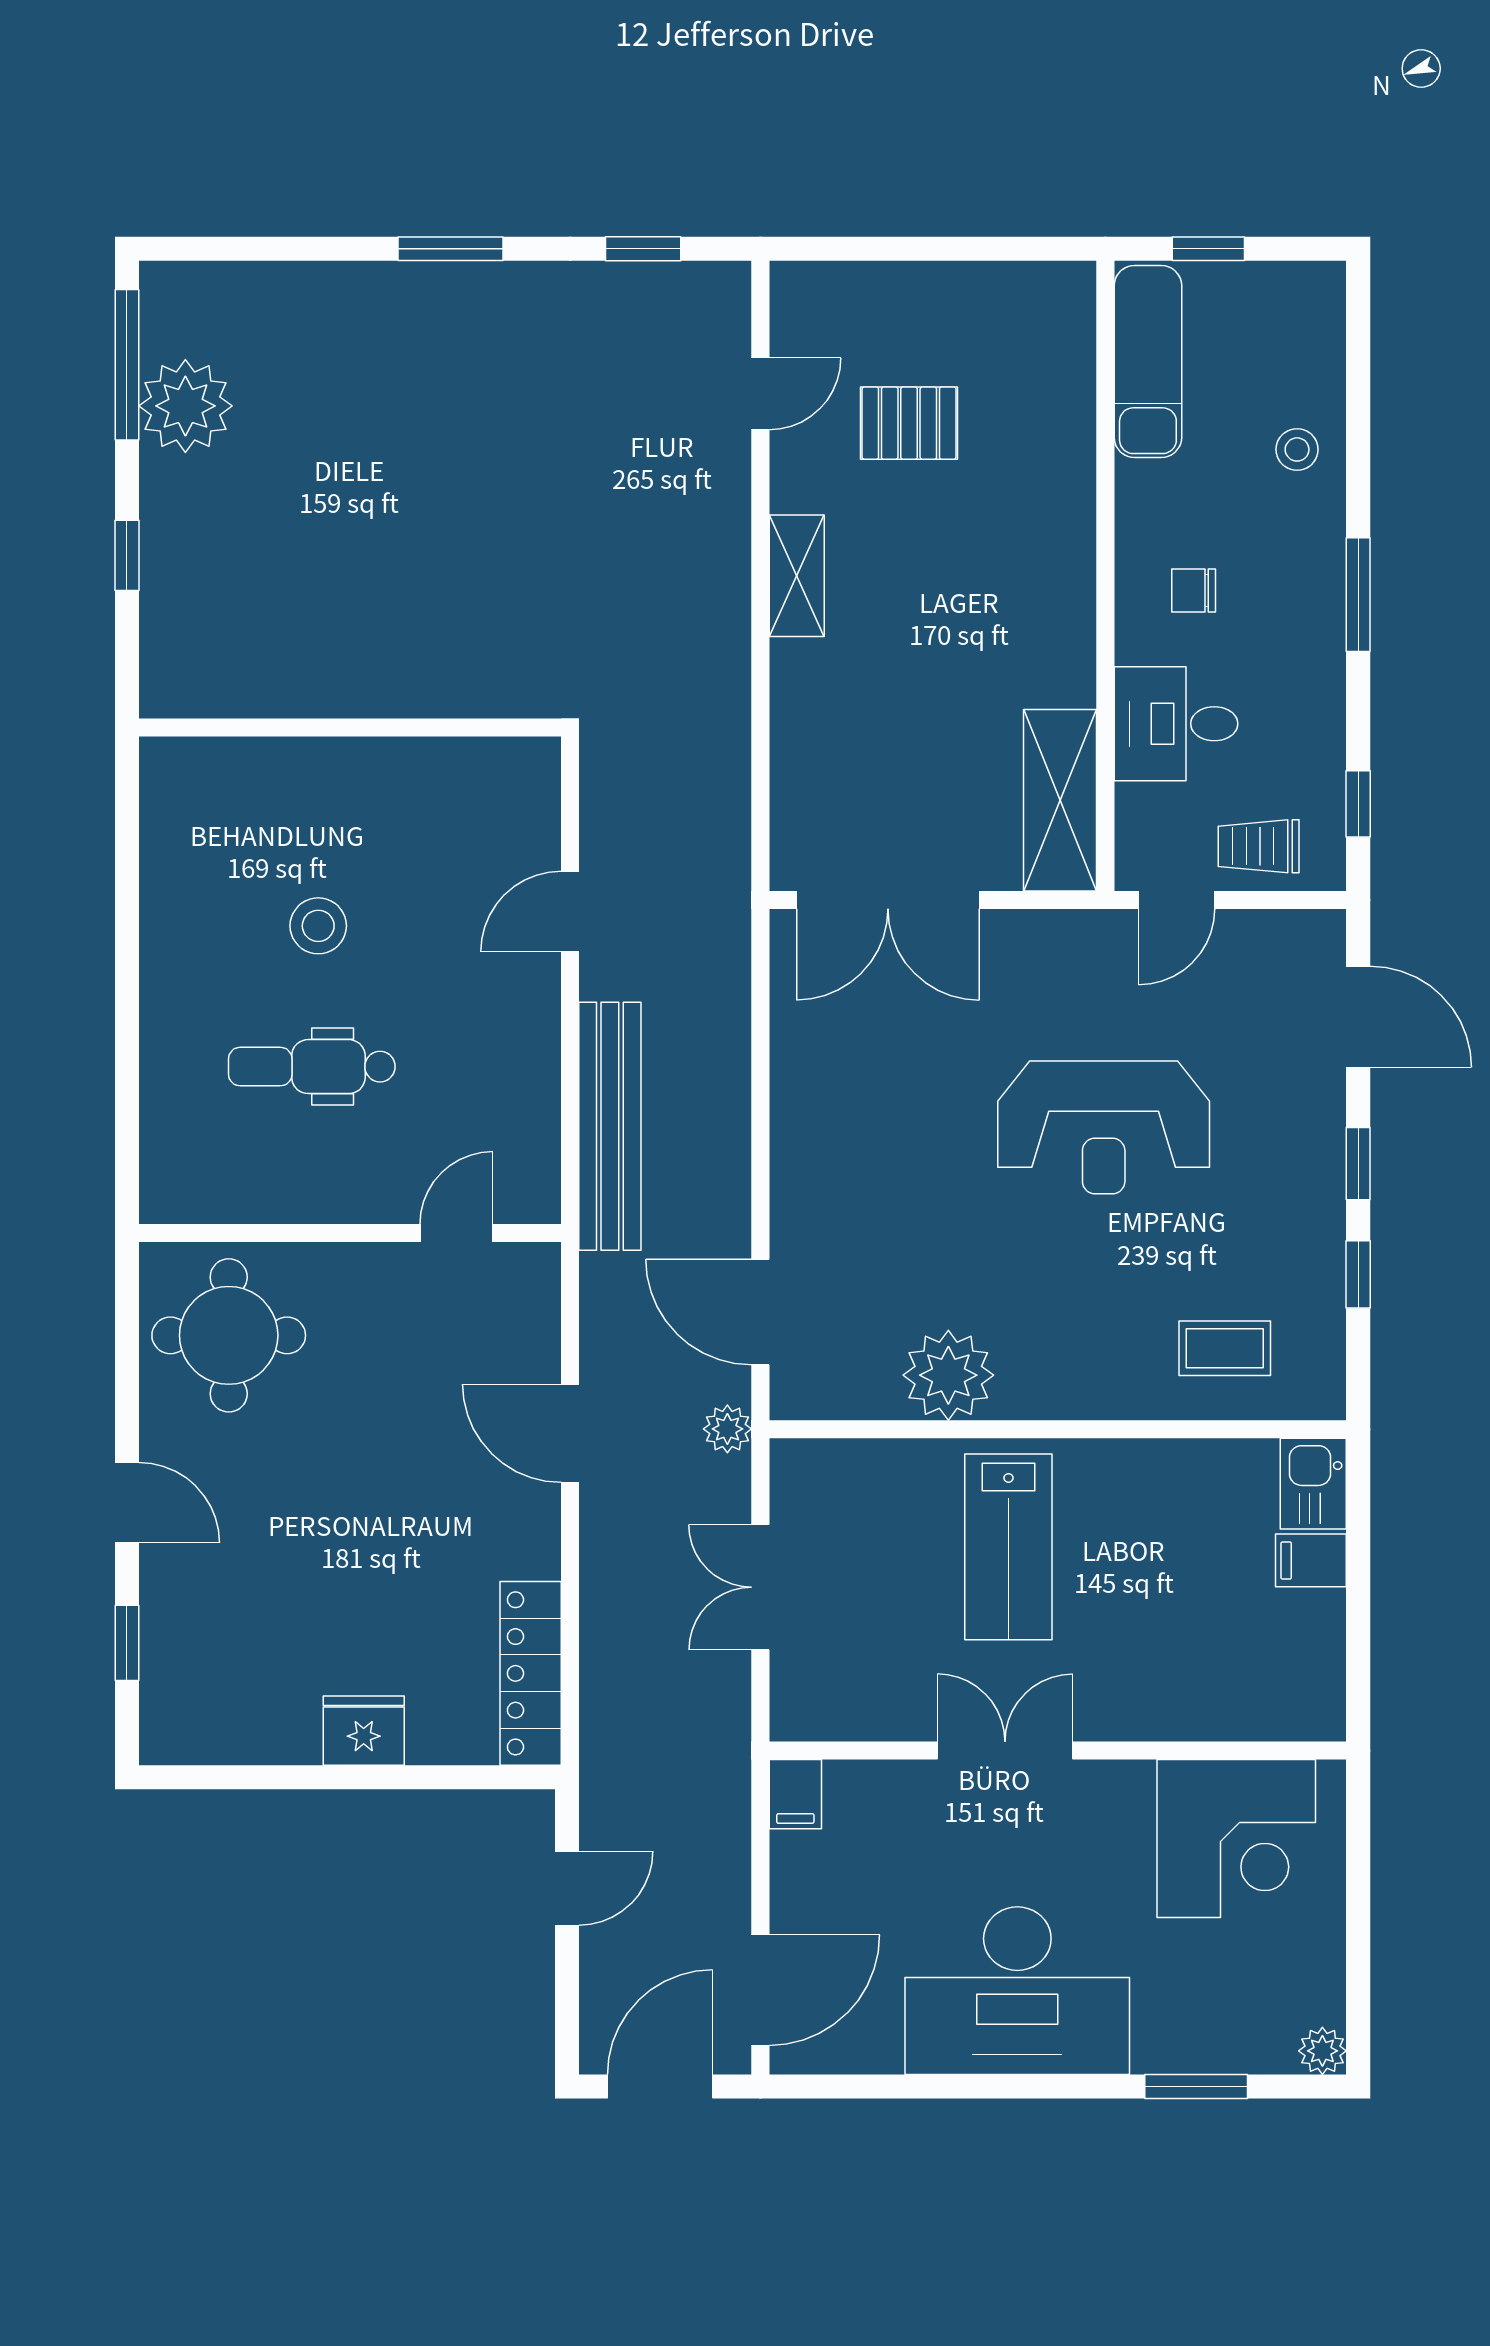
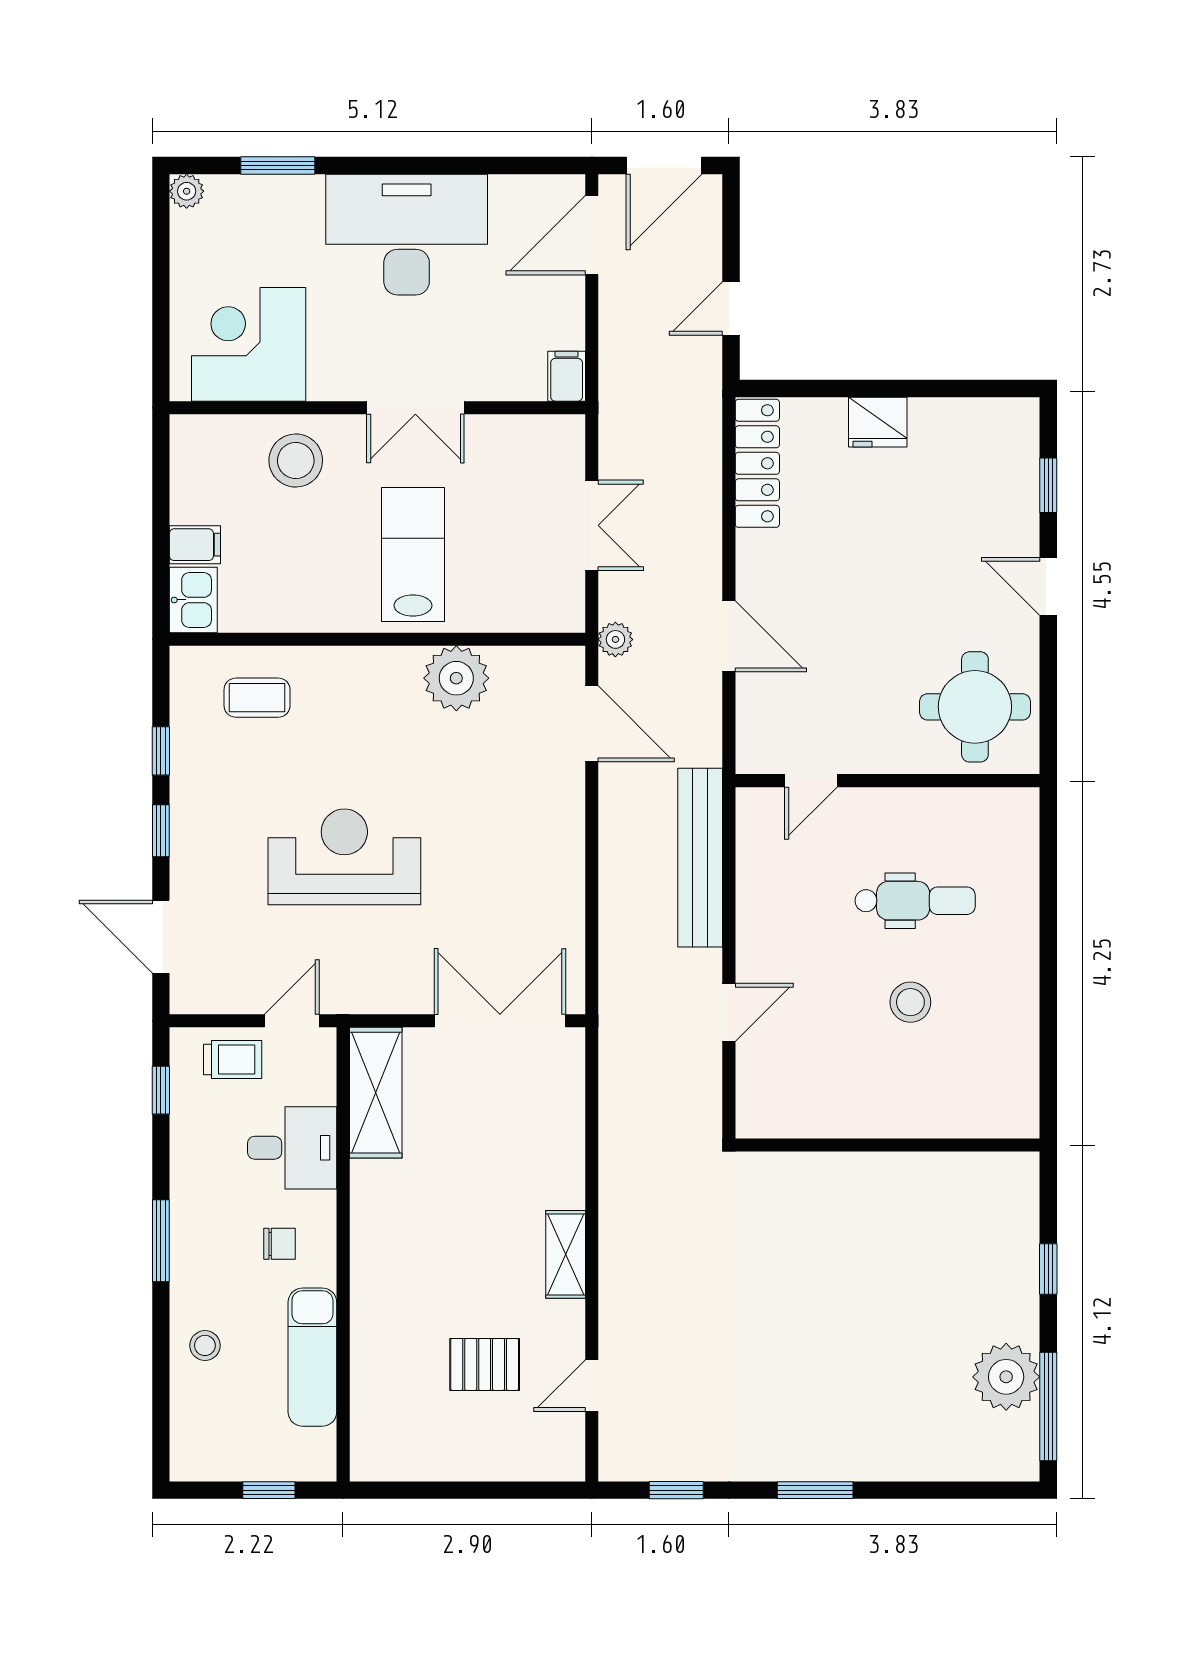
exam couch: (1148, 362) -> (312, 1357), moved
stool: (1171, 1677) -> (296, 461), added

